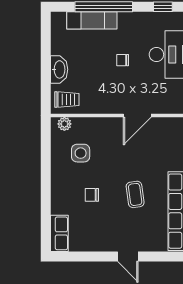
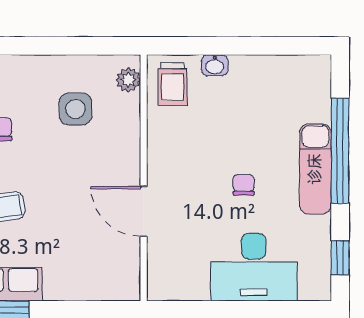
exam couch: (92, 20) -> (315, 169), moved
washbasin: (59, 69) -> (215, 65), width x0.52, depth x0.69

